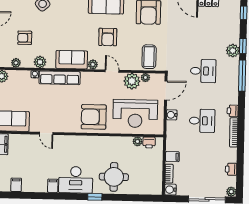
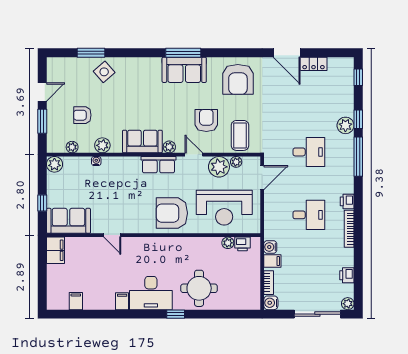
armchair: (108, 37) -> (206, 120), moved, turned 180
row of seats: (60, 78) -> (158, 165), moved, width x0.68
water cooler: (172, 115) -> (270, 247), moved

